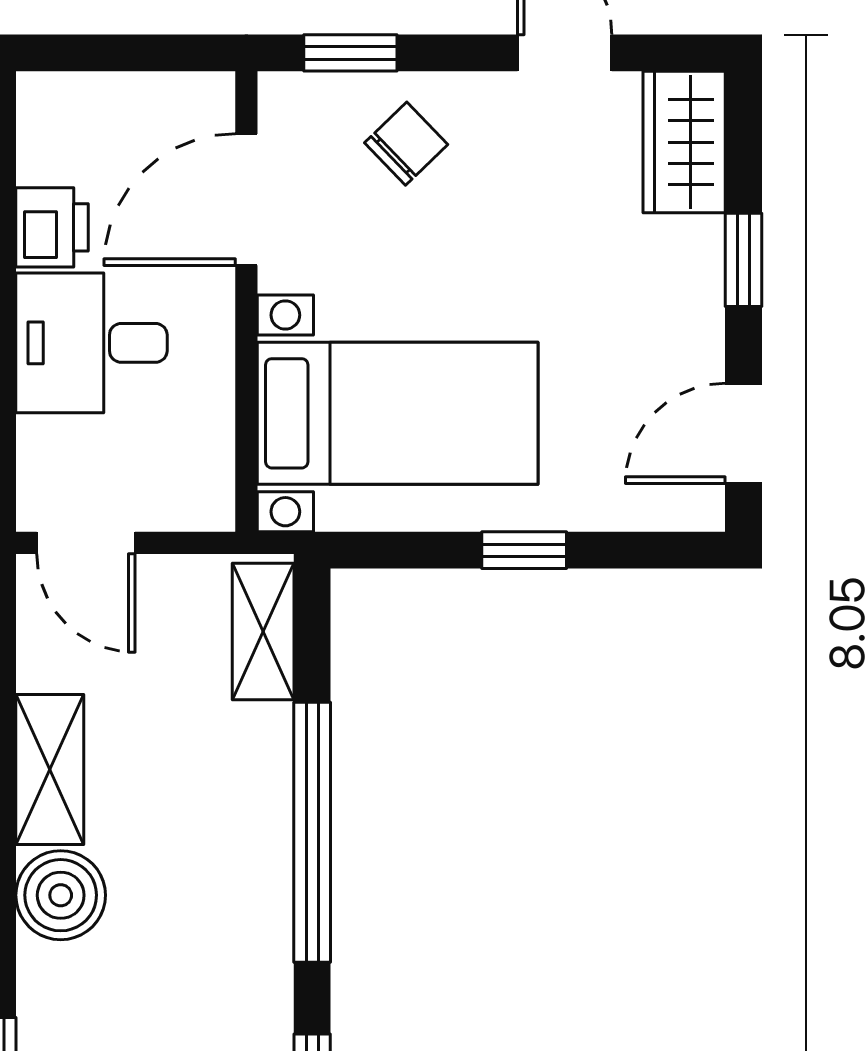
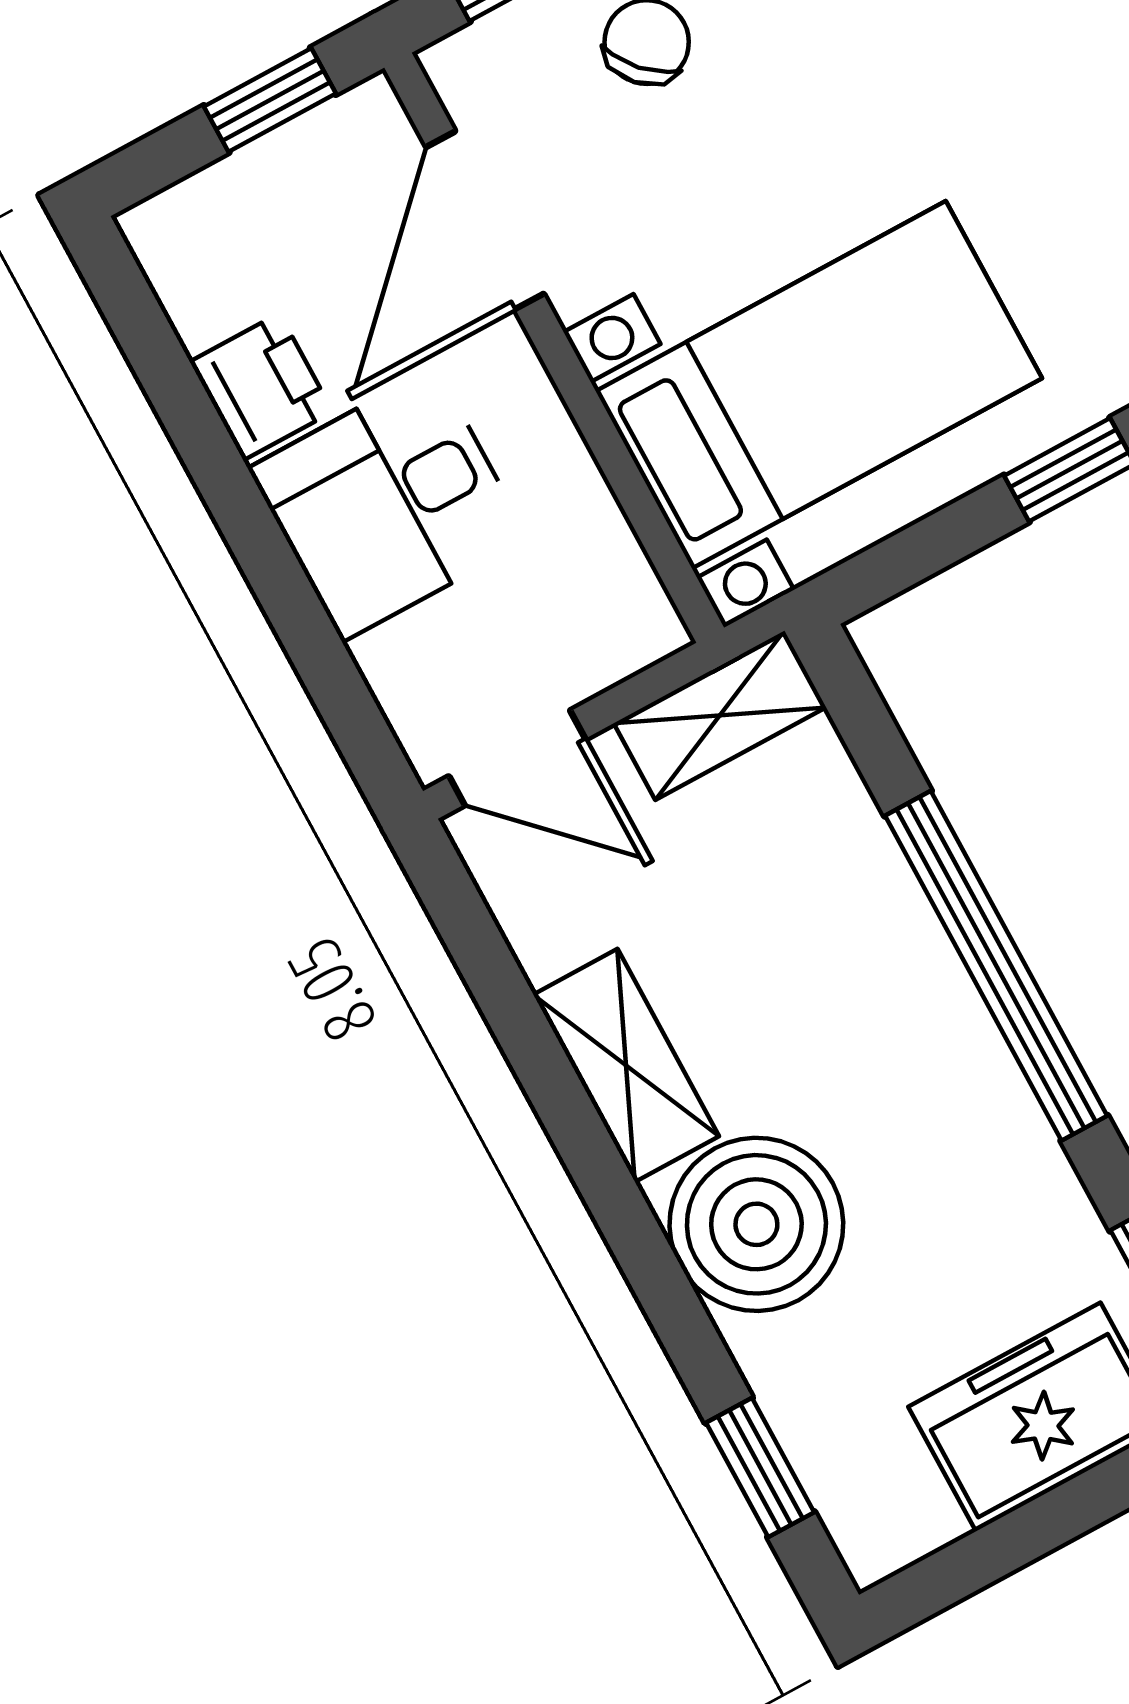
window: (154, 53) -> (270, 100), added
shelving: (263, 631) -> (720, 715), moved, turned 90
boiler: (61, 895) -> (756, 1224), width x1.37, depth x1.37

